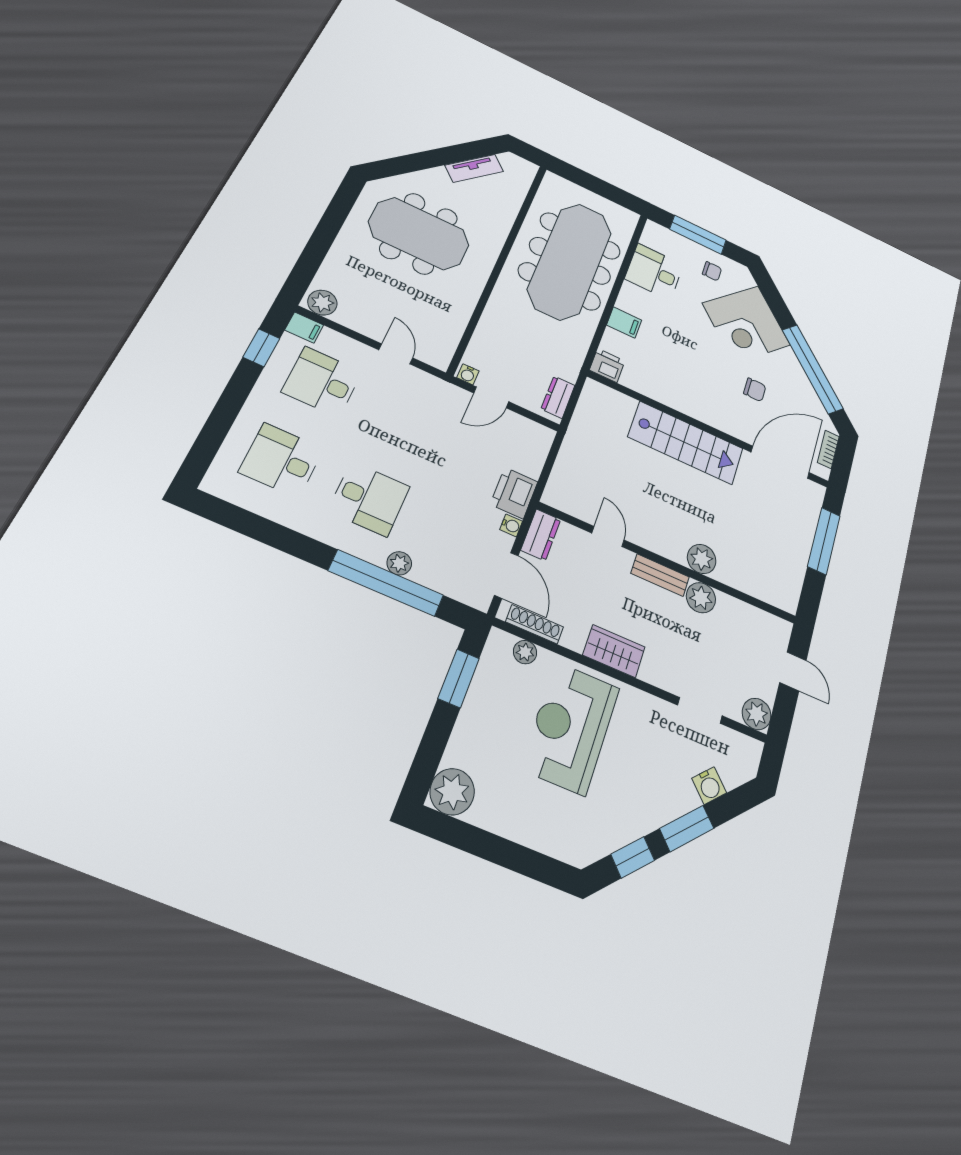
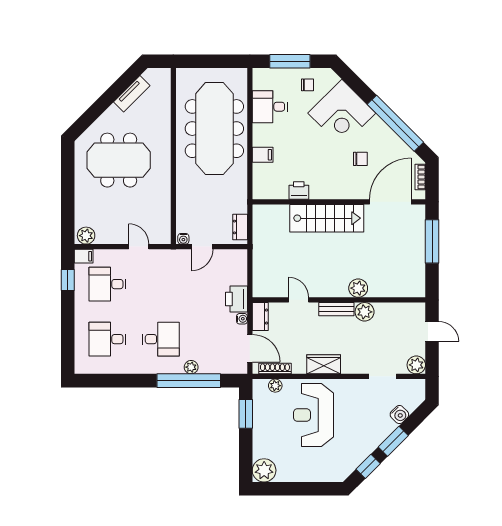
printer: (607, 365) -> (299, 190), moved

